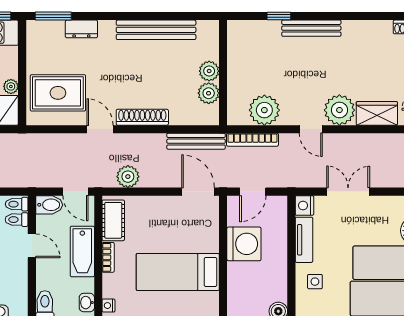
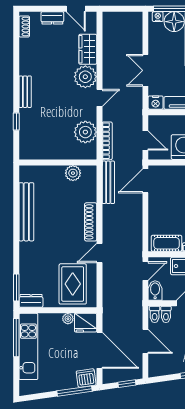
bench: (311, 28) -> (25, 92), width x0.73
dresser: (81, 29) -> (31, 301), moved, turned -90
plant: (209, 71) -> (57, 173), removed
plant: (128, 177) -> (134, 232), removed

